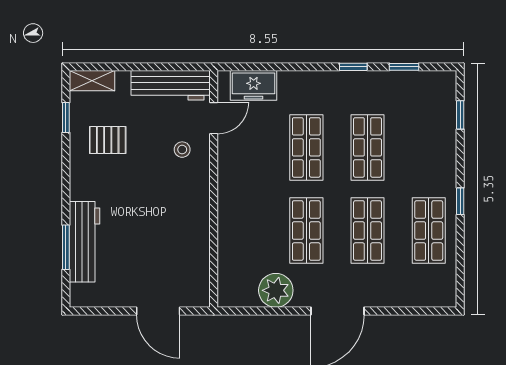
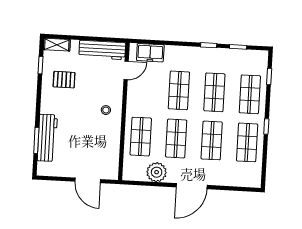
shop shelf: (429, 147) -> (250, 94), added
stool: (182, 150) -> (106, 110), moved
shop shelf: (245, 231) -> (141, 137), added

